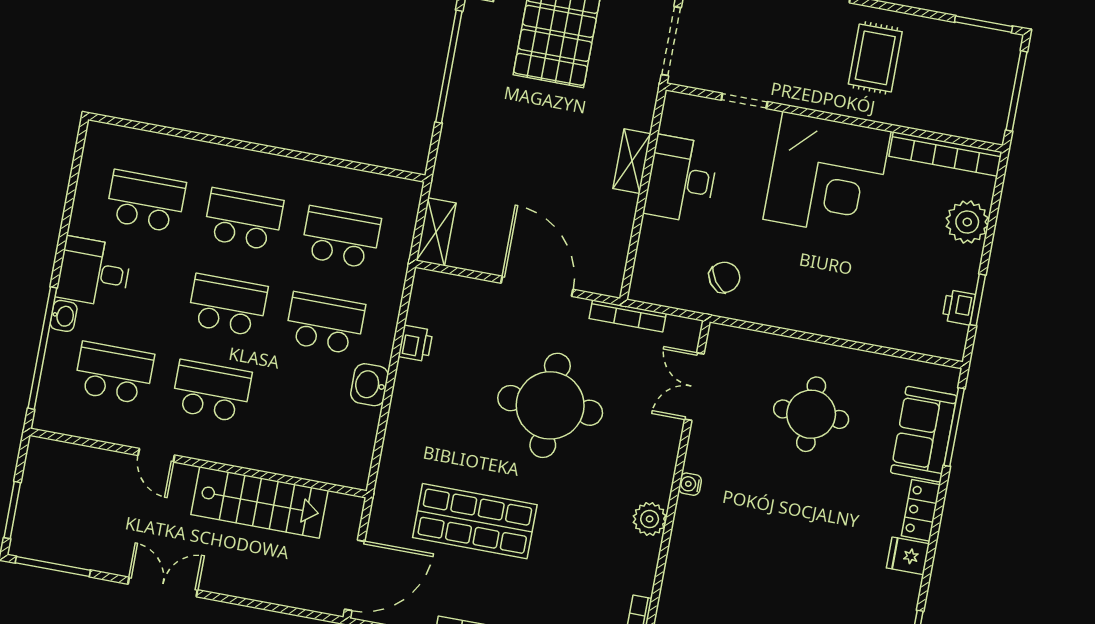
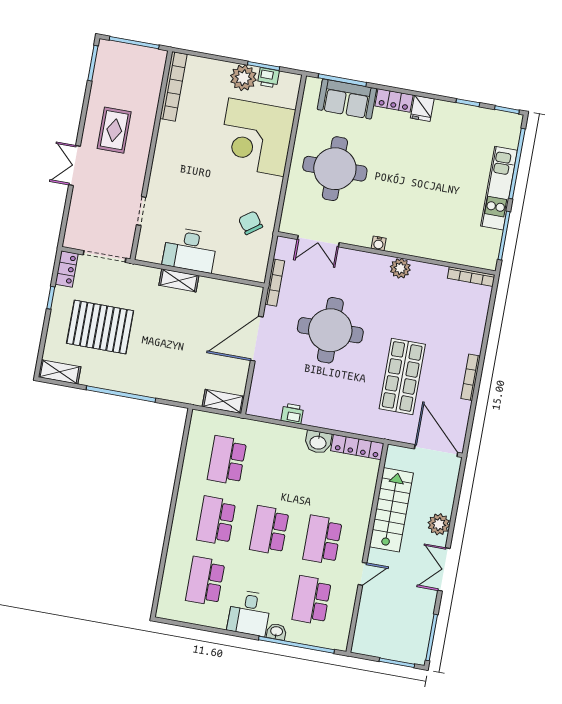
rug: (875, 58) -> (114, 130), turned 90
corner desk: (827, 175) -> (256, 137), moved, turned 180
plant: (967, 222) -> (243, 78), moved
school desk: (325, 323) -> (280, 470), removed
round table: (811, 414) -> (335, 169), width x1.36, depth x1.36
locker: (361, 448) -> (357, 447), added
plant: (236, 579) -> (439, 524), added

